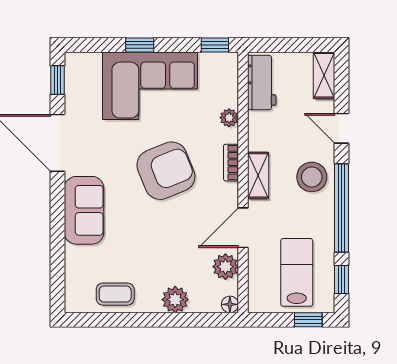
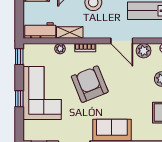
shelving: (258, 175) -> (70, 32), moved

